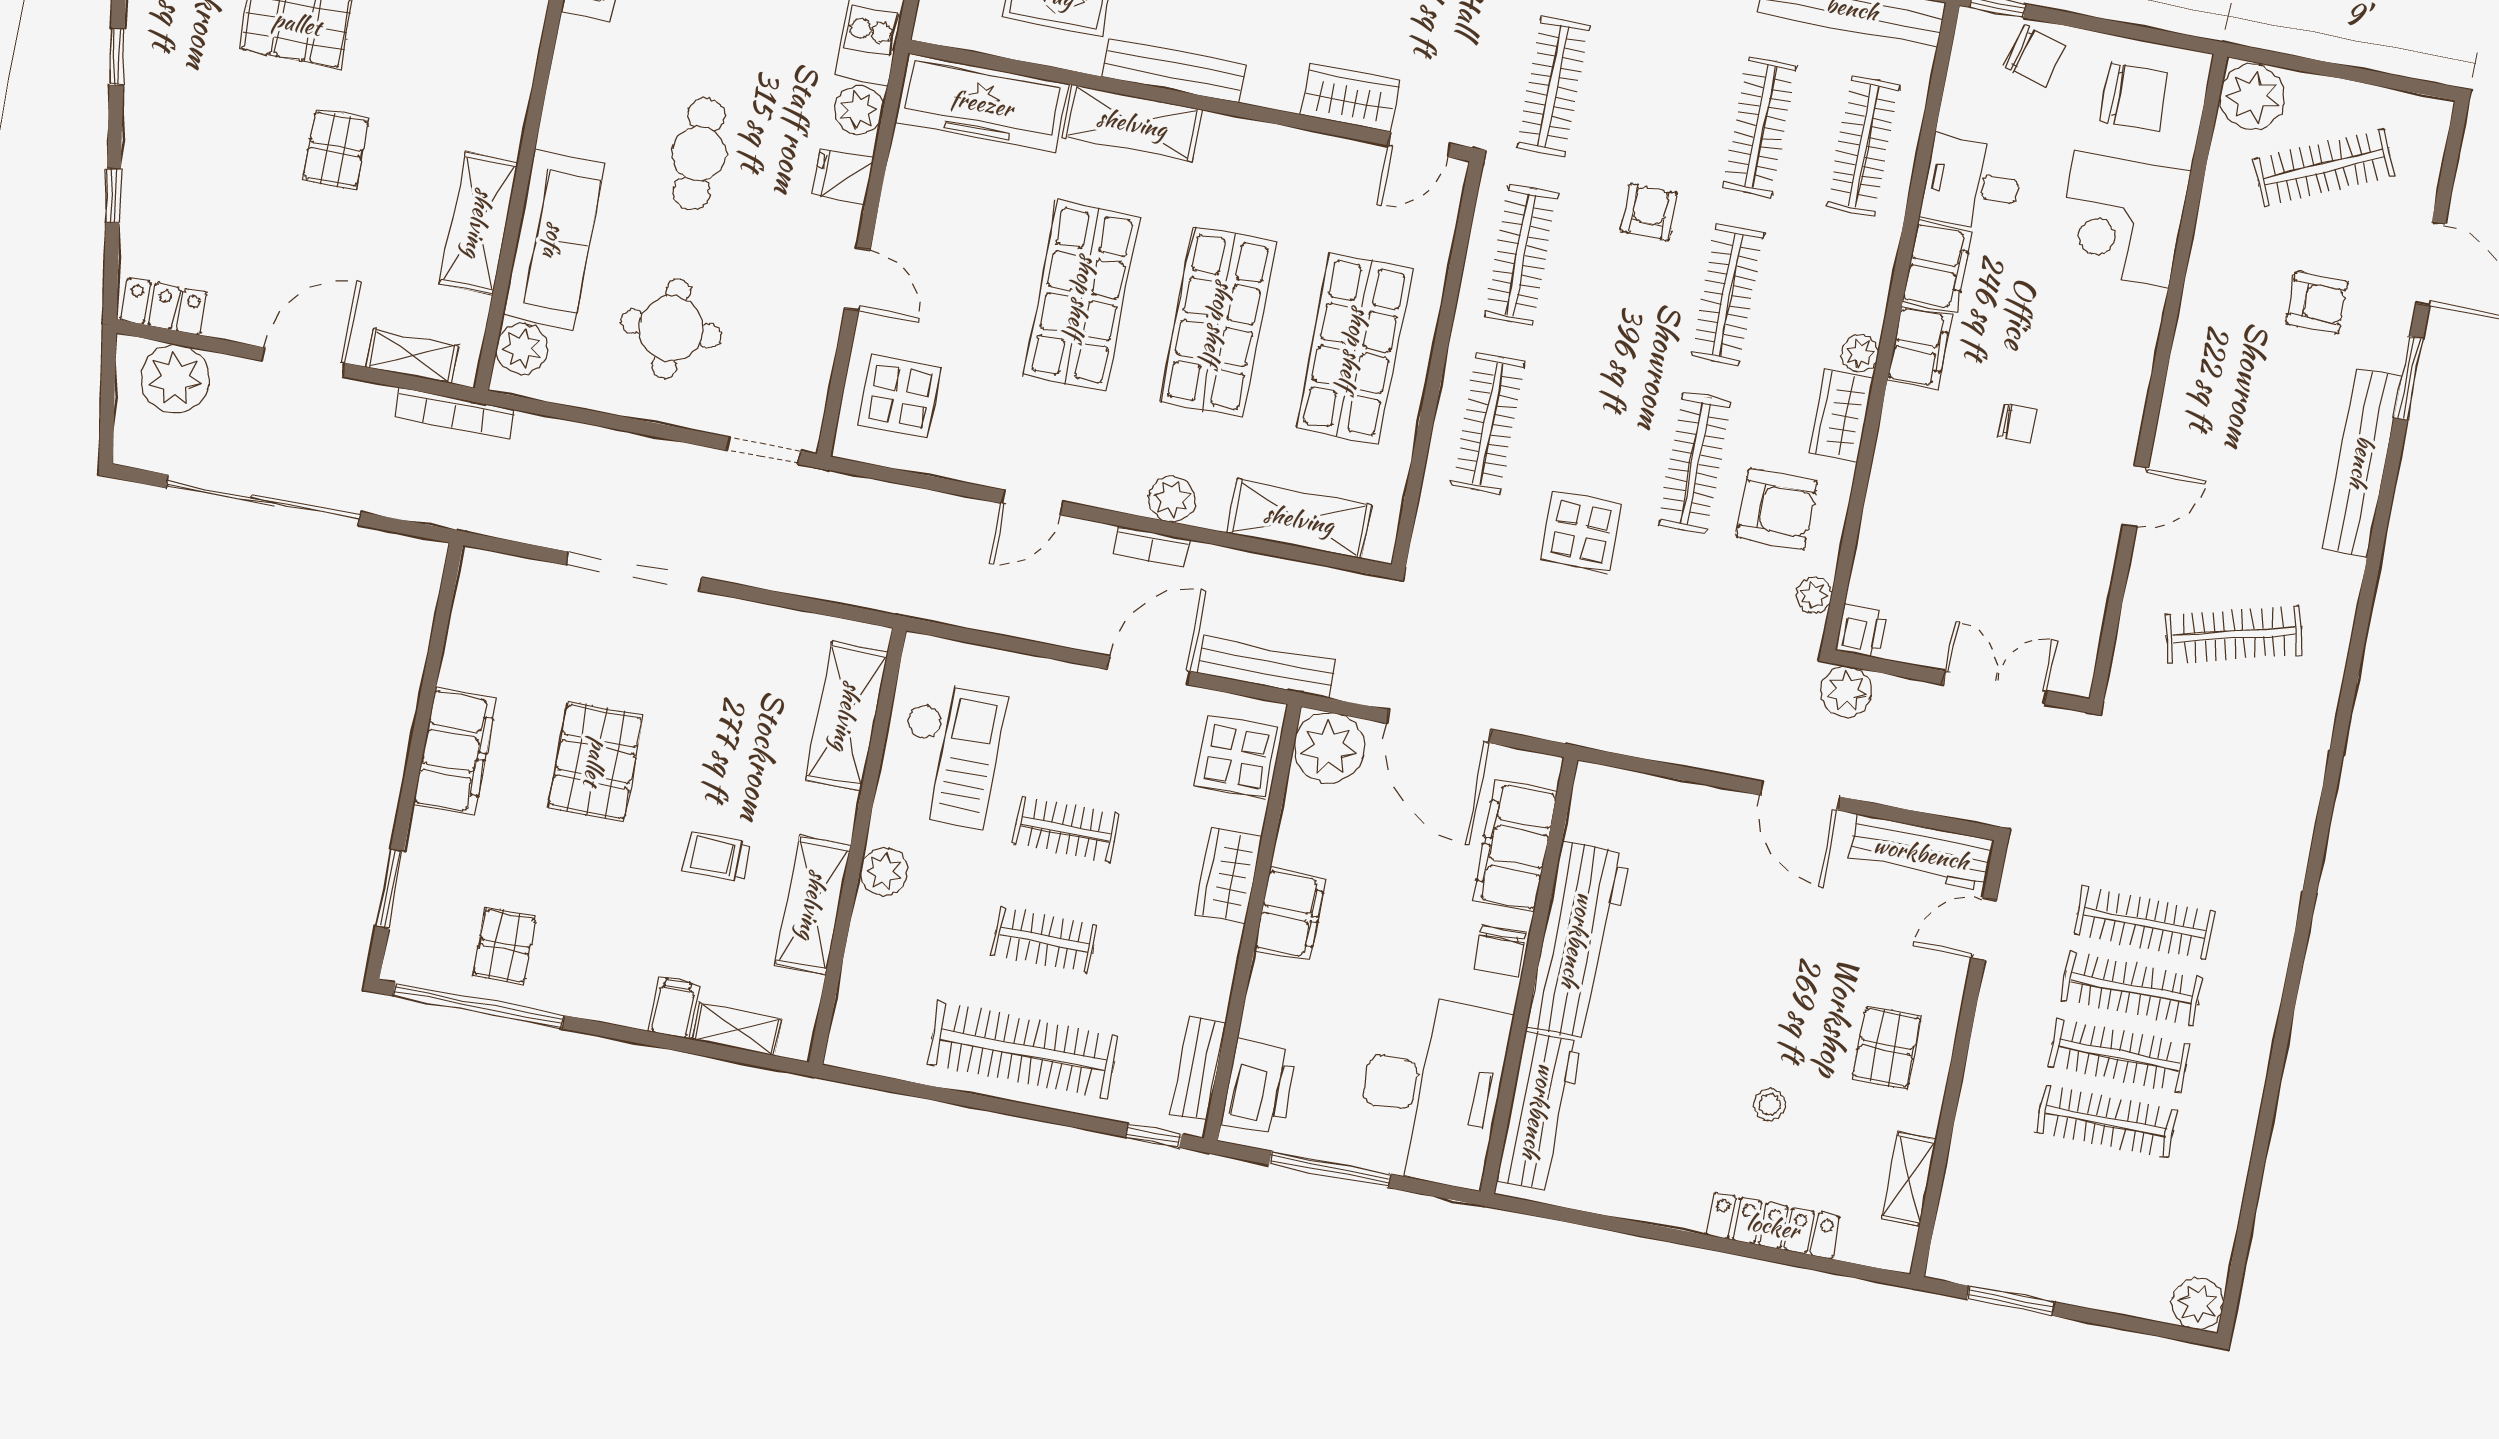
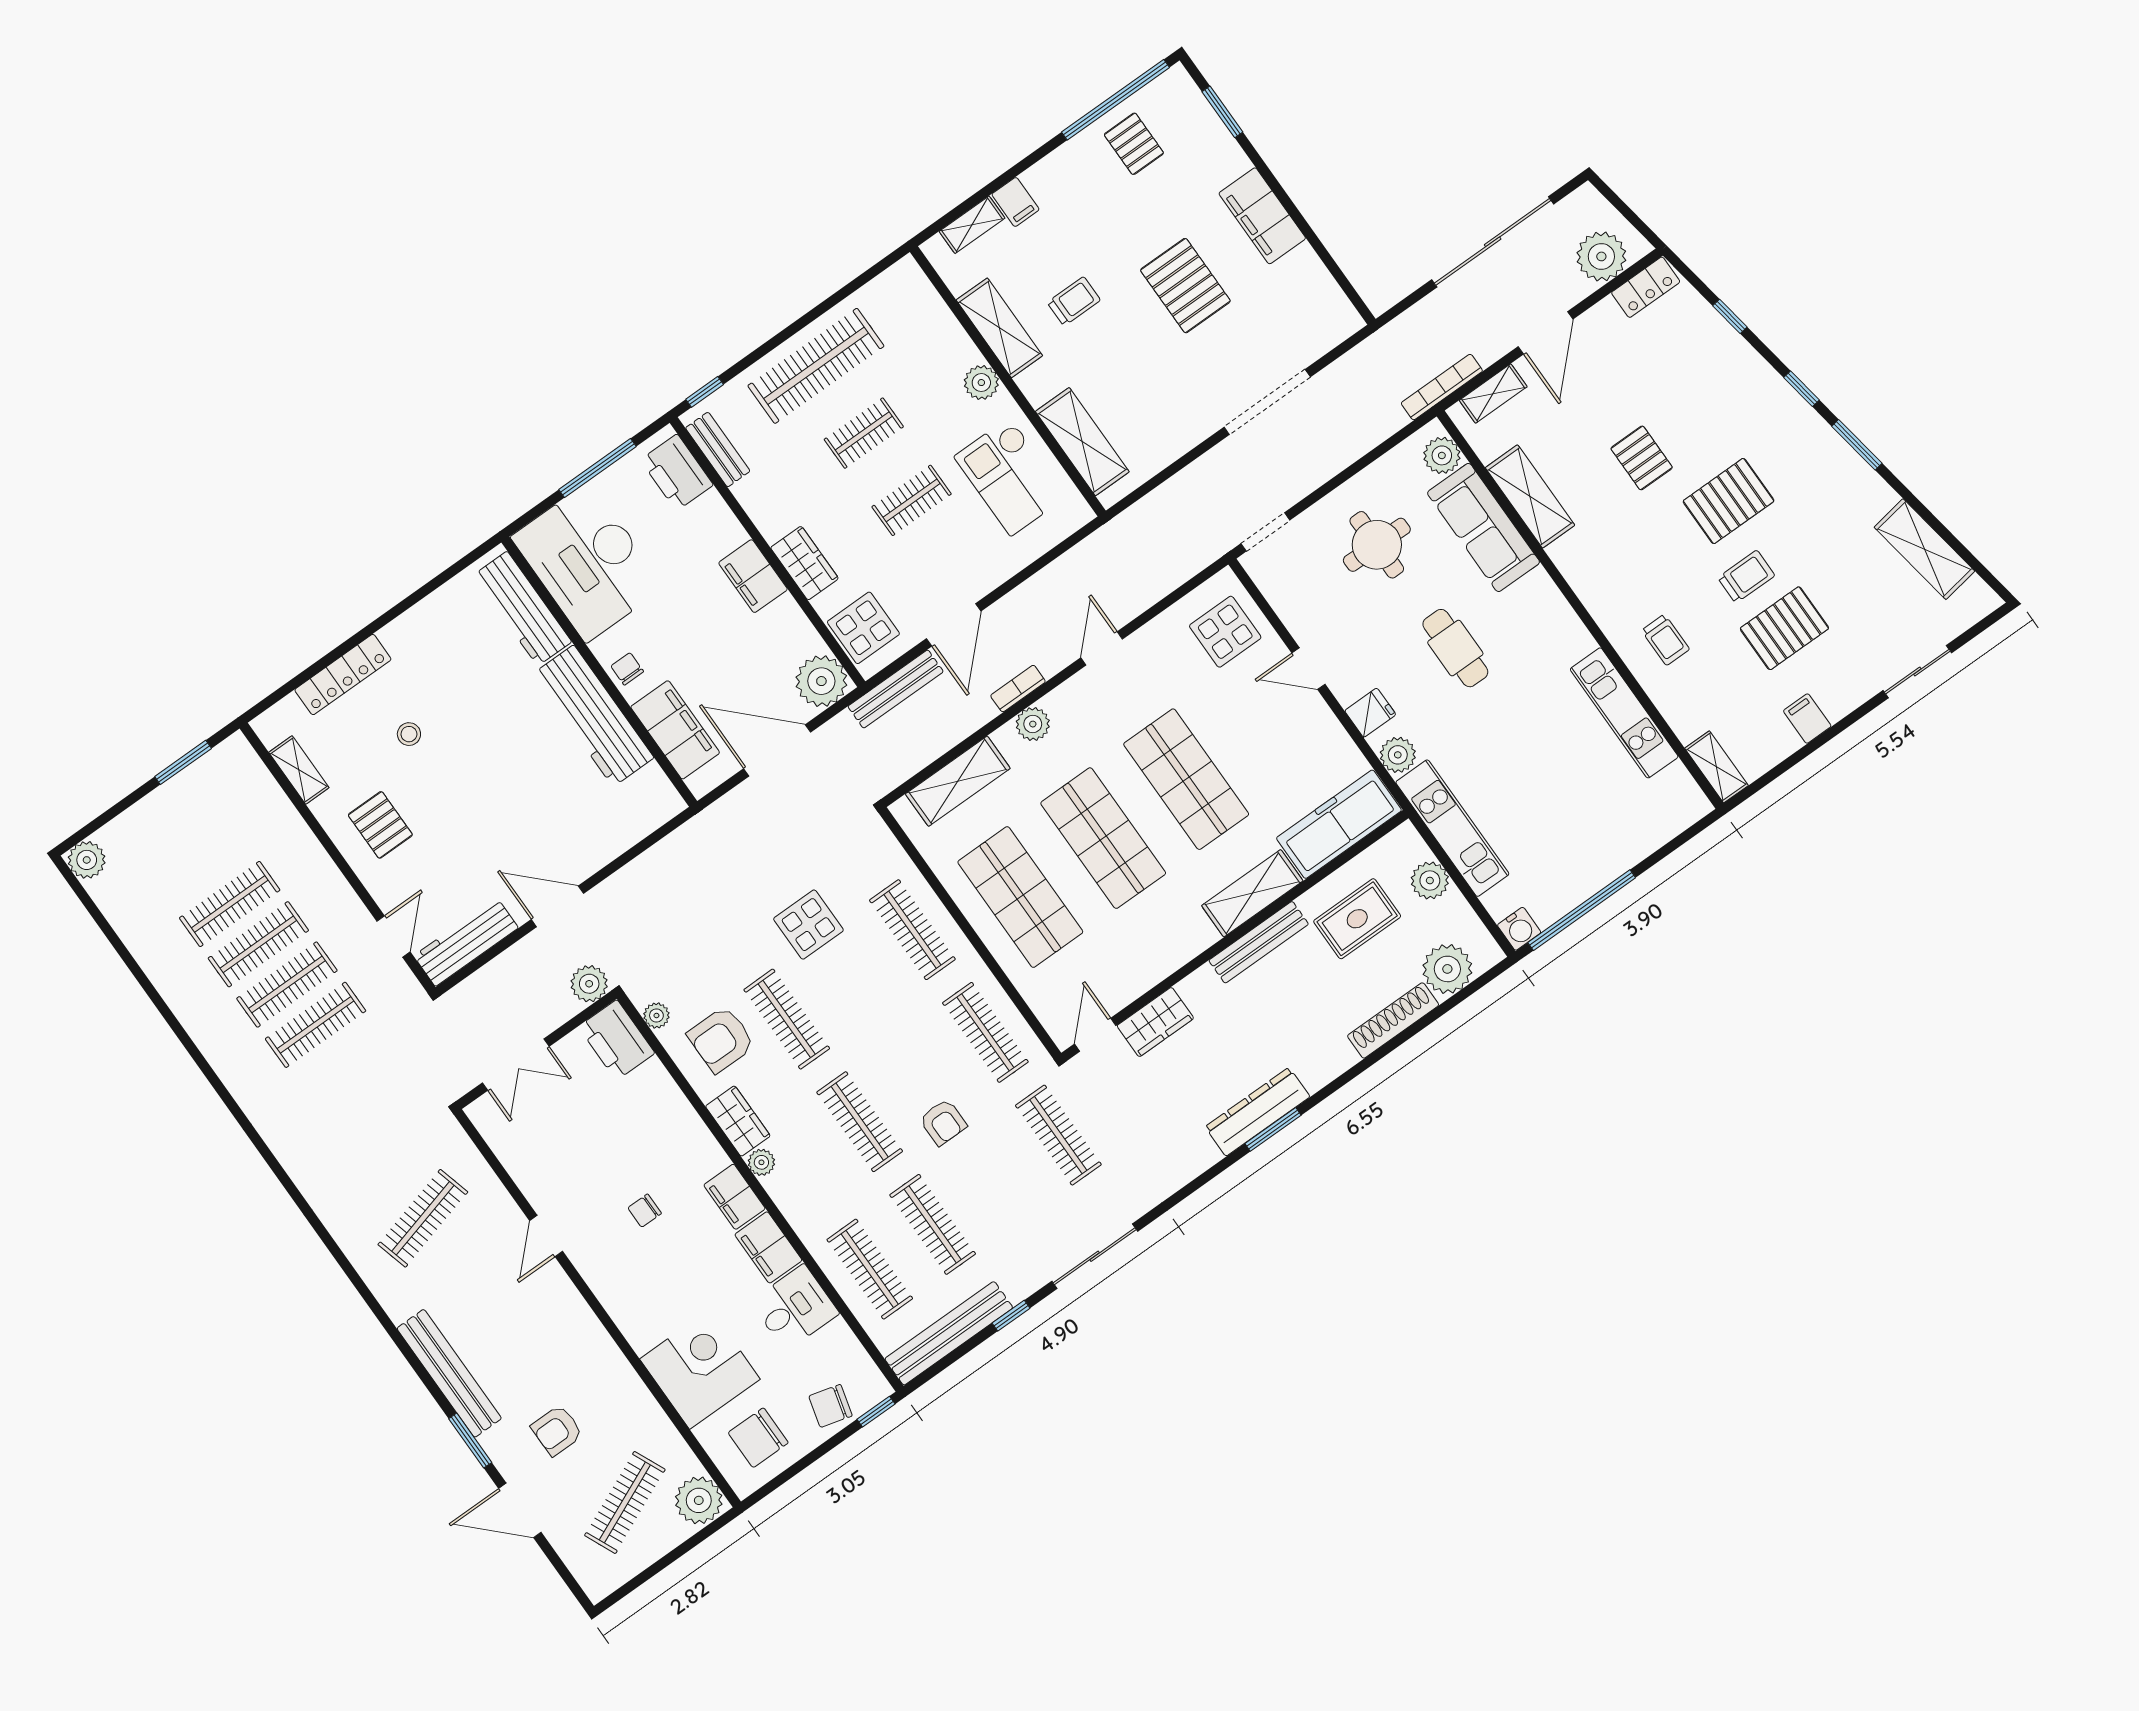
printer: (1861, 630) -> (617, 1040), width x1.87, depth x1.48
chair: (1500, 951) -> (627, 669), width x0.73, depth x0.73

